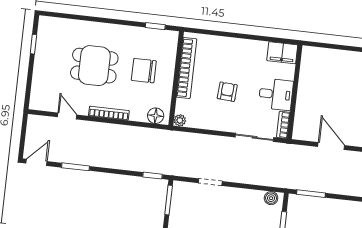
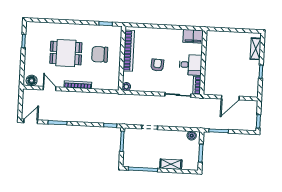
floor lamp: (156, 116) -> (32, 81), moved
door: (331, 146) -> (230, 98), swing flipped

